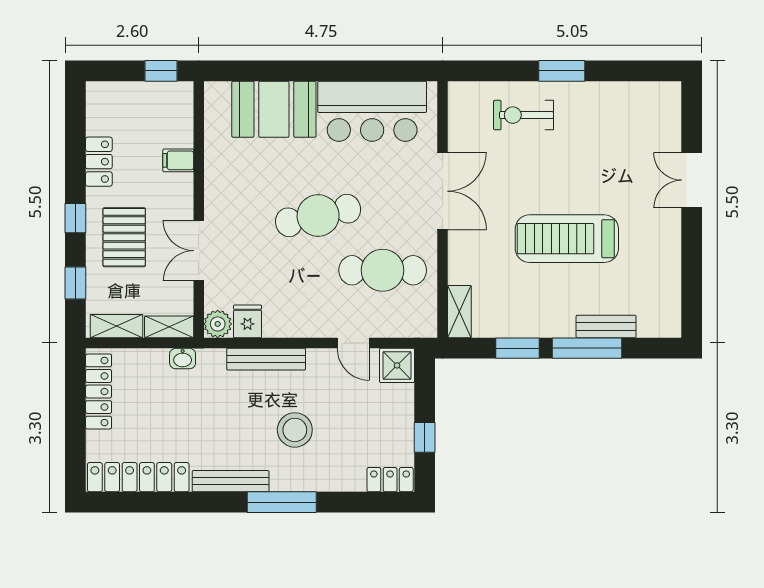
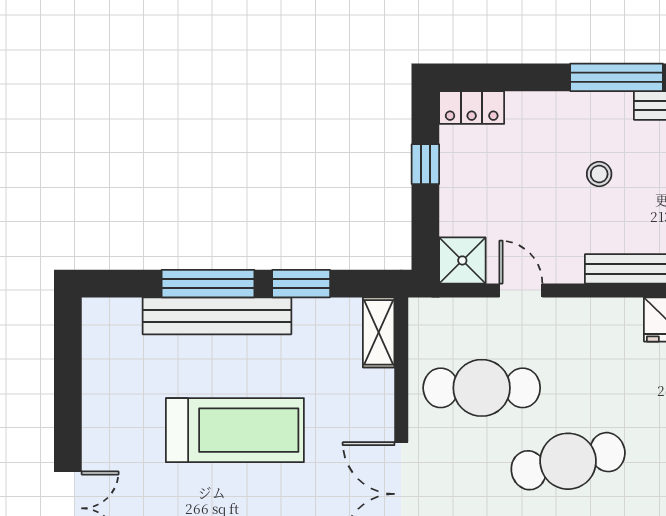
bench: (606, 326) -> (217, 316), width x1.86, depth x1.21
stool: (295, 430) -> (599, 174), width x0.53, depth x0.53

